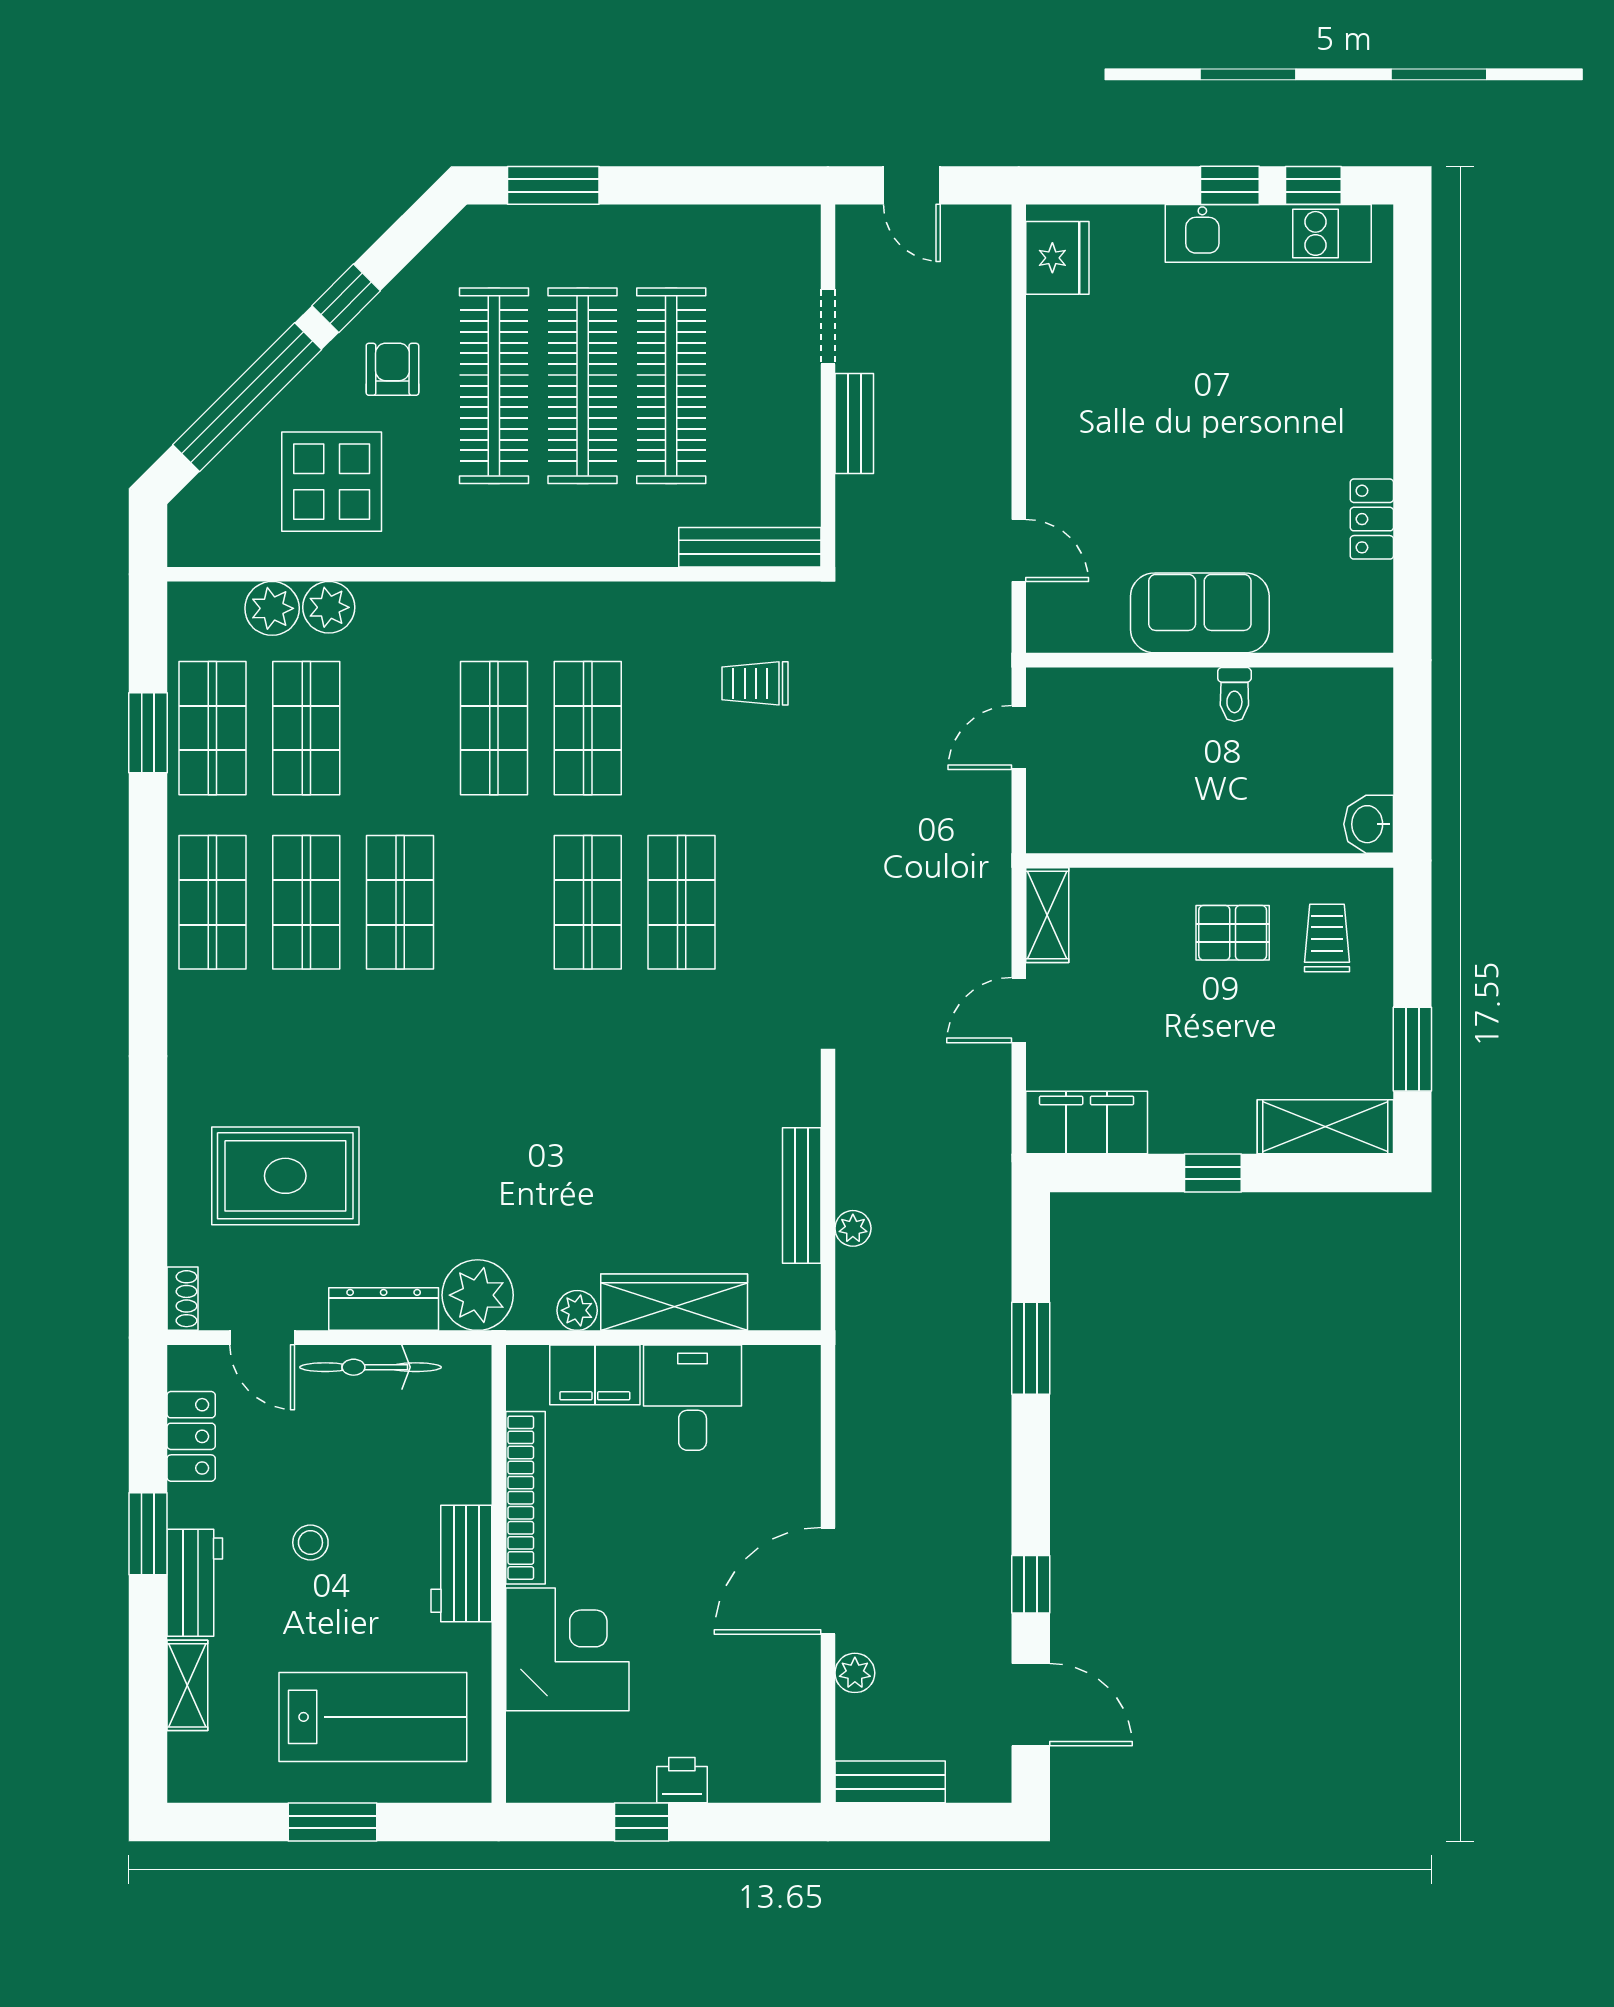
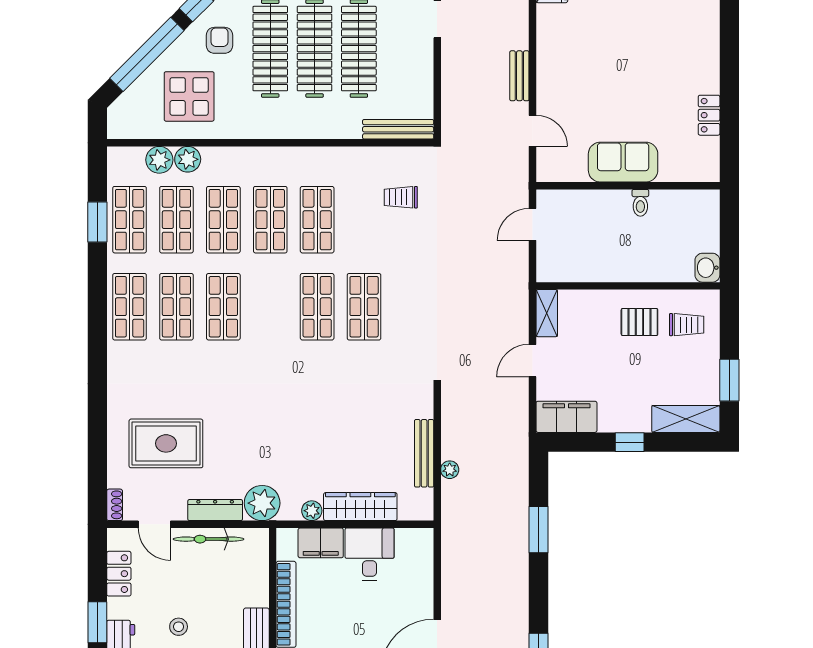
bench: (854, 424) -> (519, 76), moved
shop shelf: (400, 728) -> (223, 220), added
trolley: (1327, 938) -> (687, 325), turned 90

